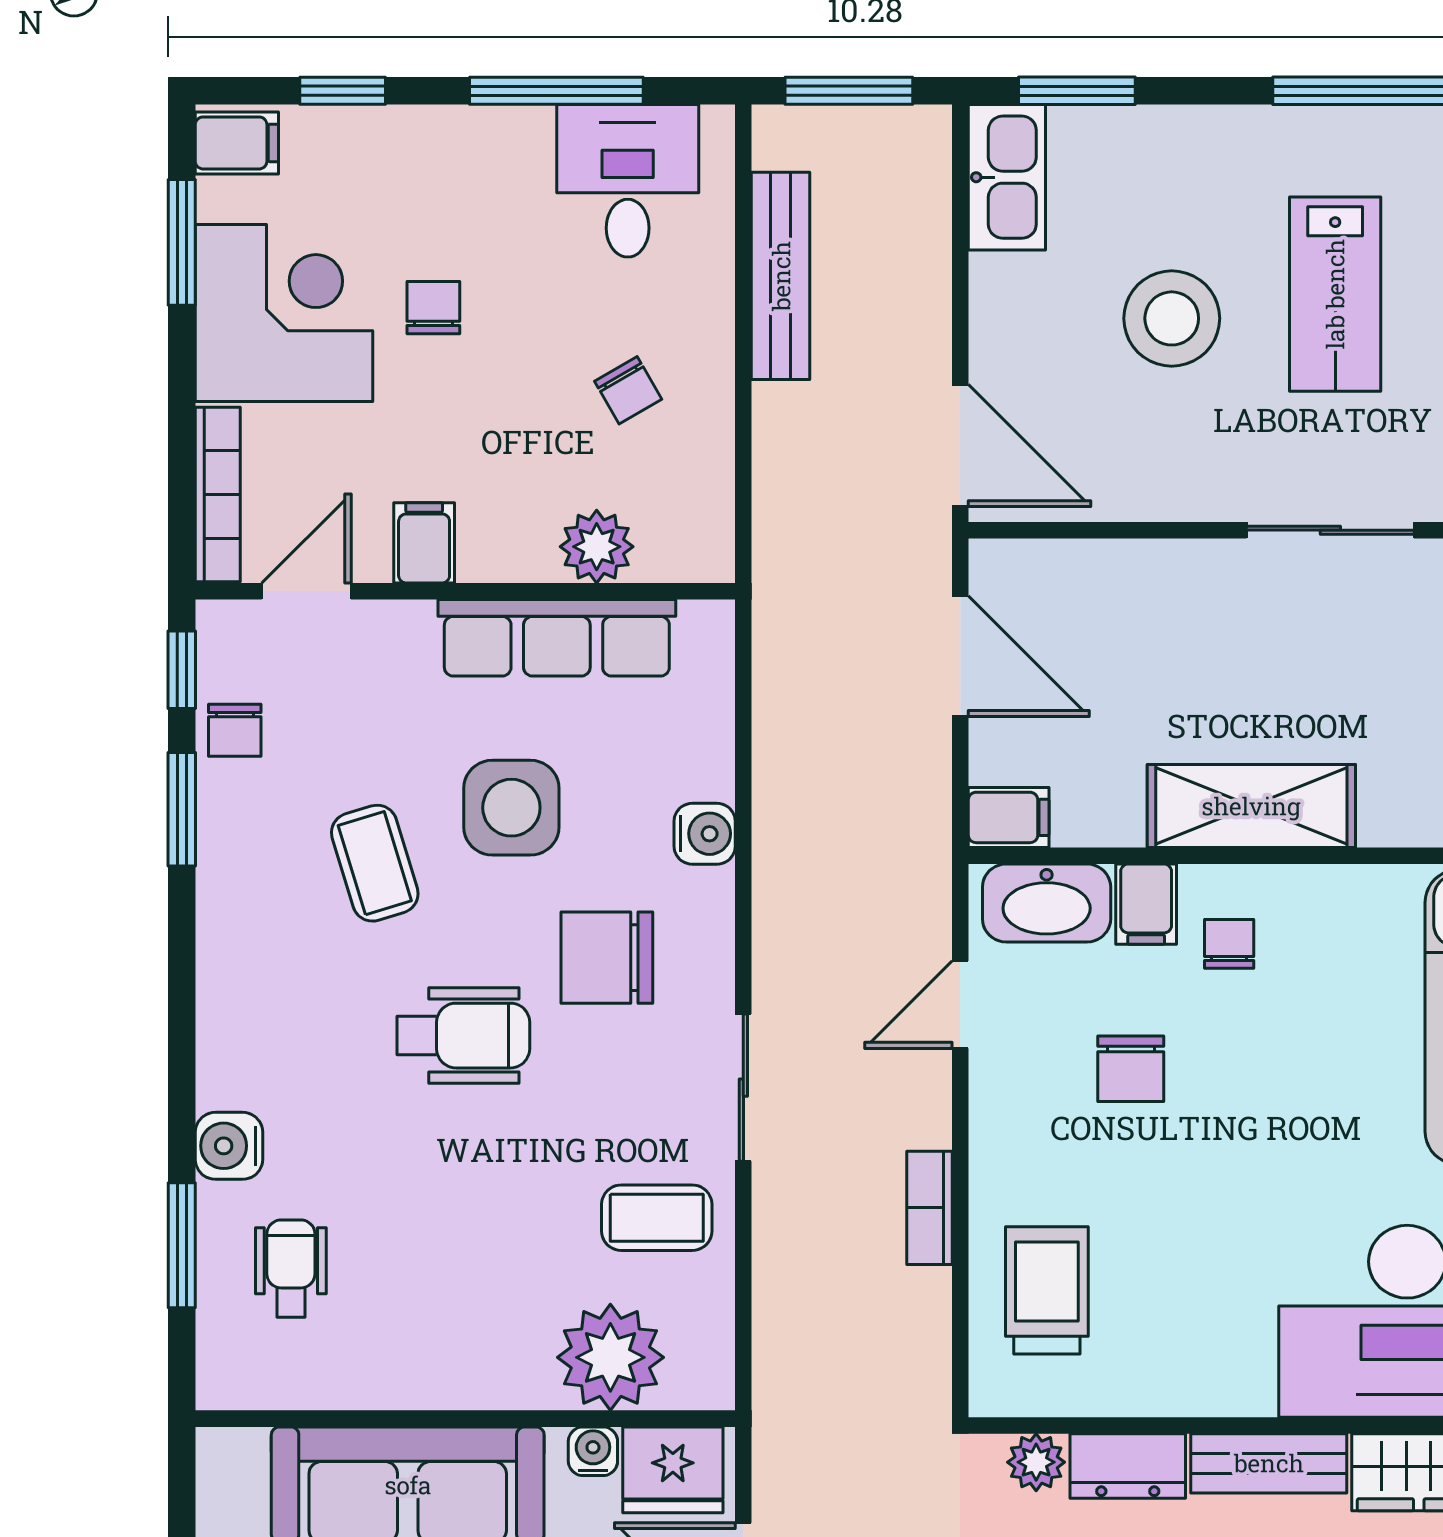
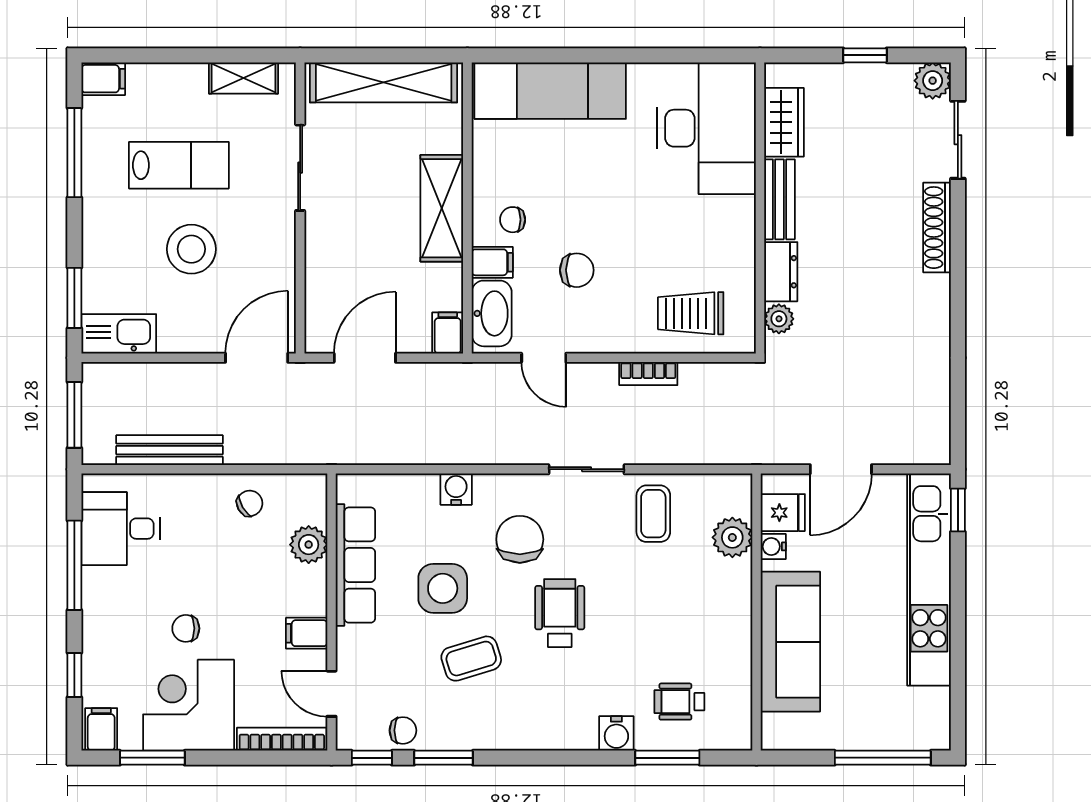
chair: (628, 390) -> (250, 503), moved
chair: (607, 958) -> (520, 539), turned 180
plant: (610, 1357) -> (732, 537), width x0.73, depth x0.73
fridge: (673, 1470) -> (783, 513), width x0.72

